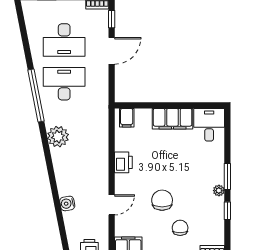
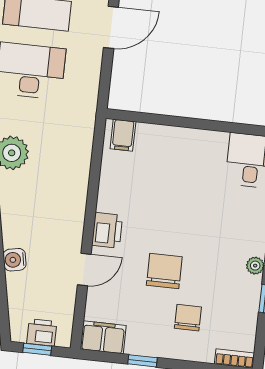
filing cabinet: (173, 119) -> (195, 145), removed
printer: (123, 162) -> (107, 230), moved

